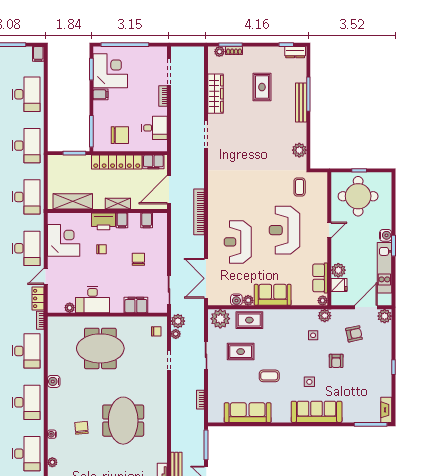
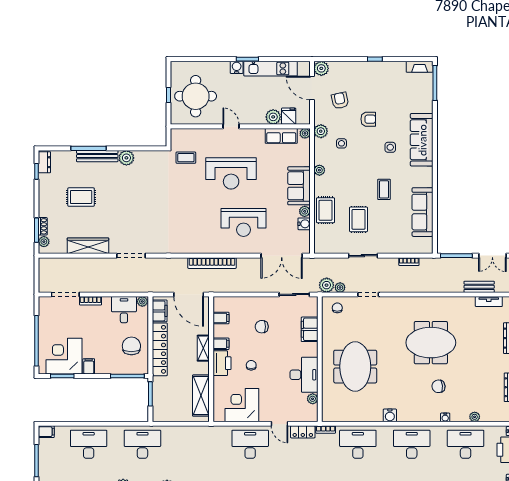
plant: (162, 145) -> (142, 301), added
plant: (299, 150) -> (126, 158), moved
desk: (26, 197) -> (196, 444), removed
plant: (220, 319) -> (319, 170), moved, width x0.53, depth x0.53

